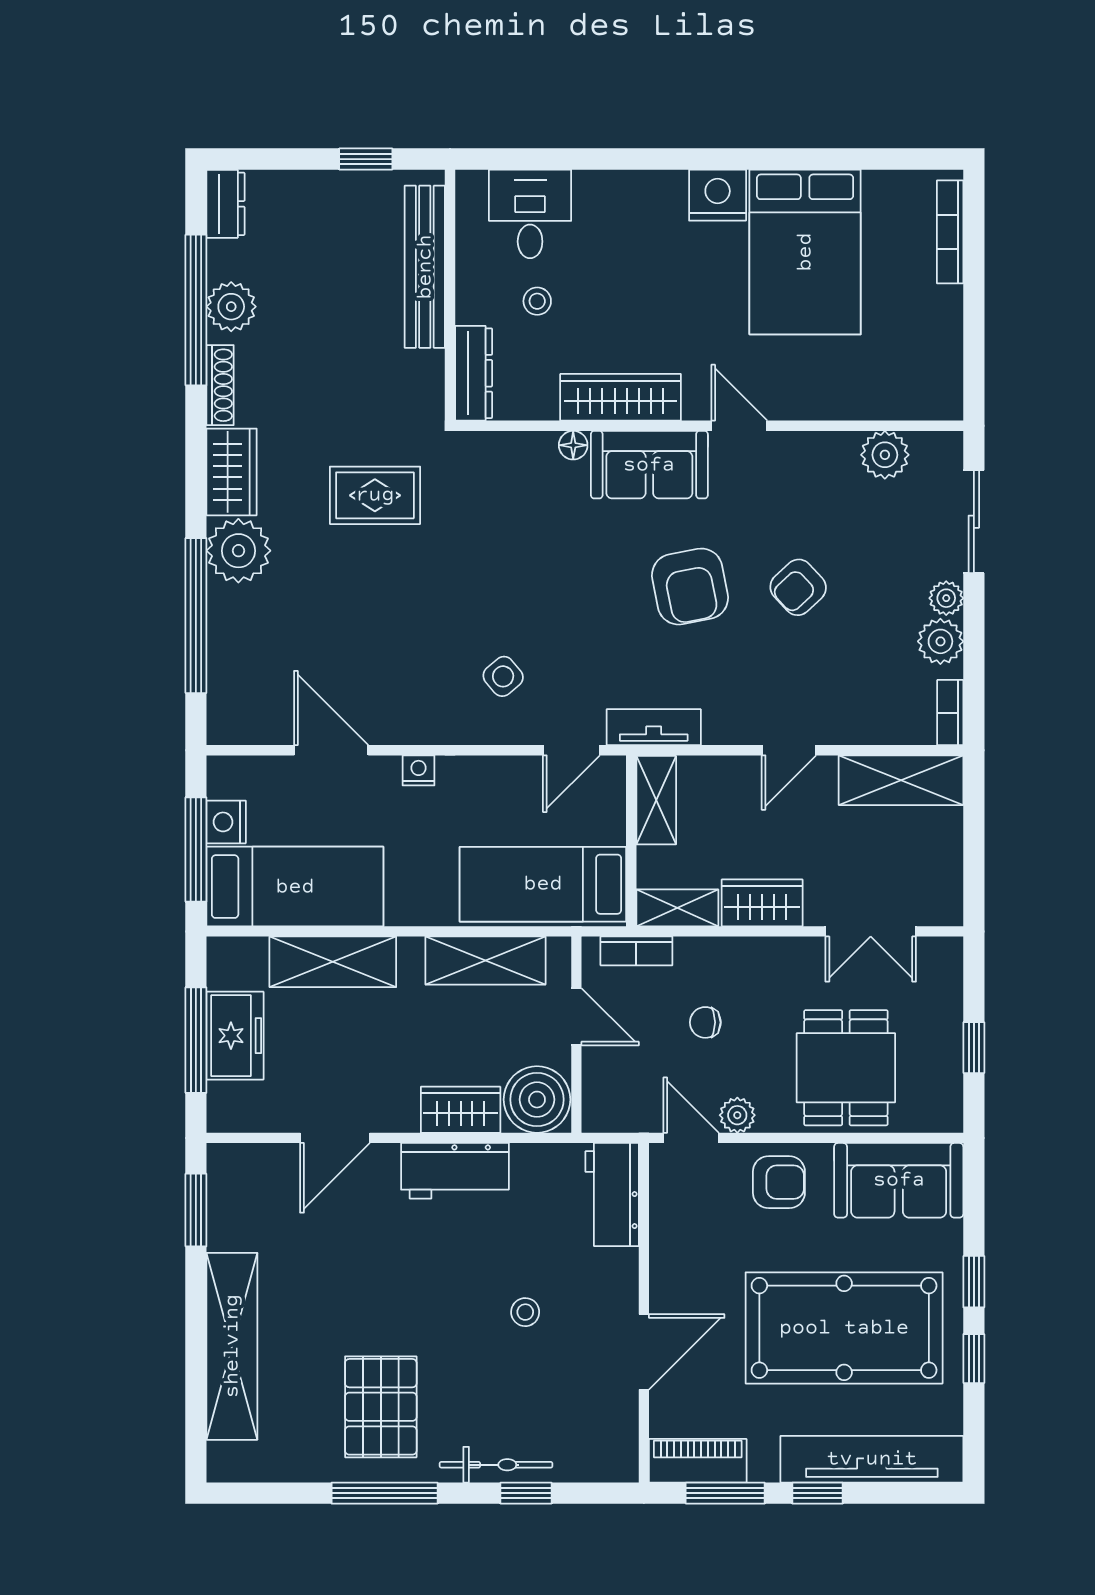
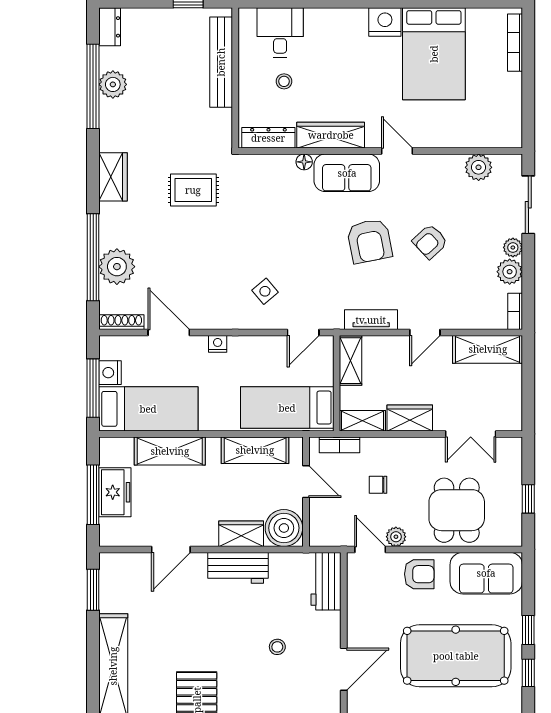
dresser: (474, 373) -> (268, 138), moved, turned -90
shoe rack: (220, 385) -> (121, 322), moved, turned -90
plant: (238, 551) -> (117, 267), moved
tv unit: (654, 727) -> (371, 320), moved

